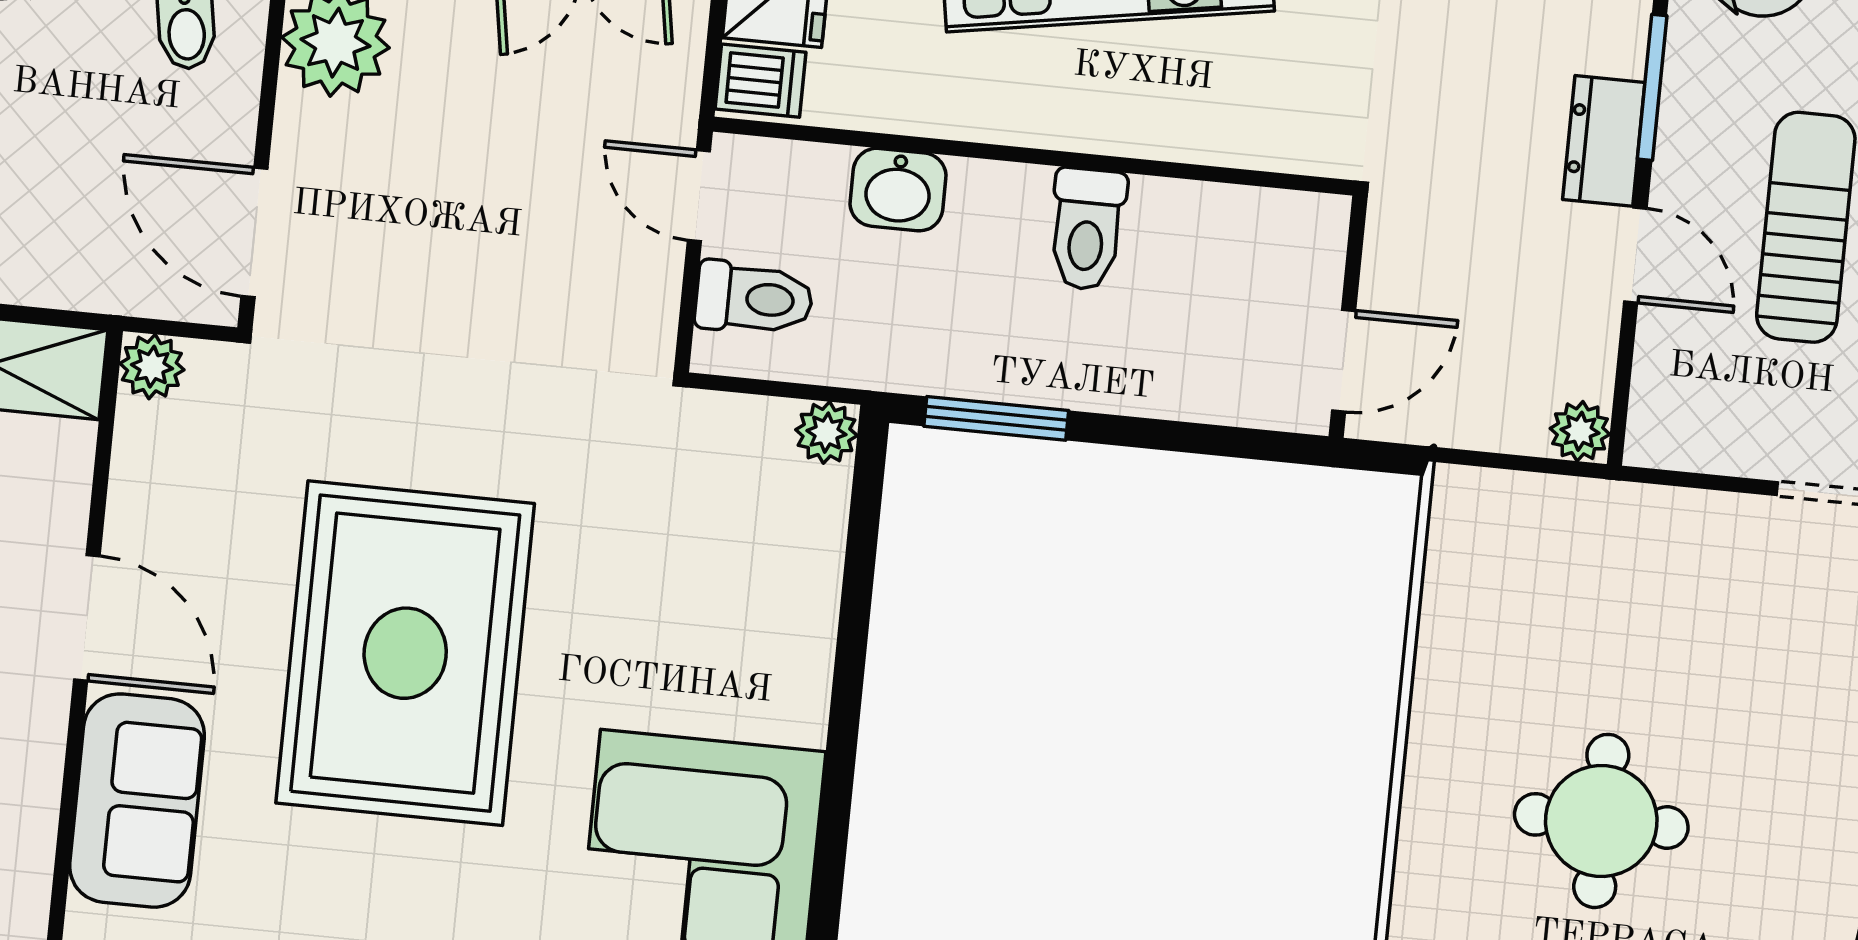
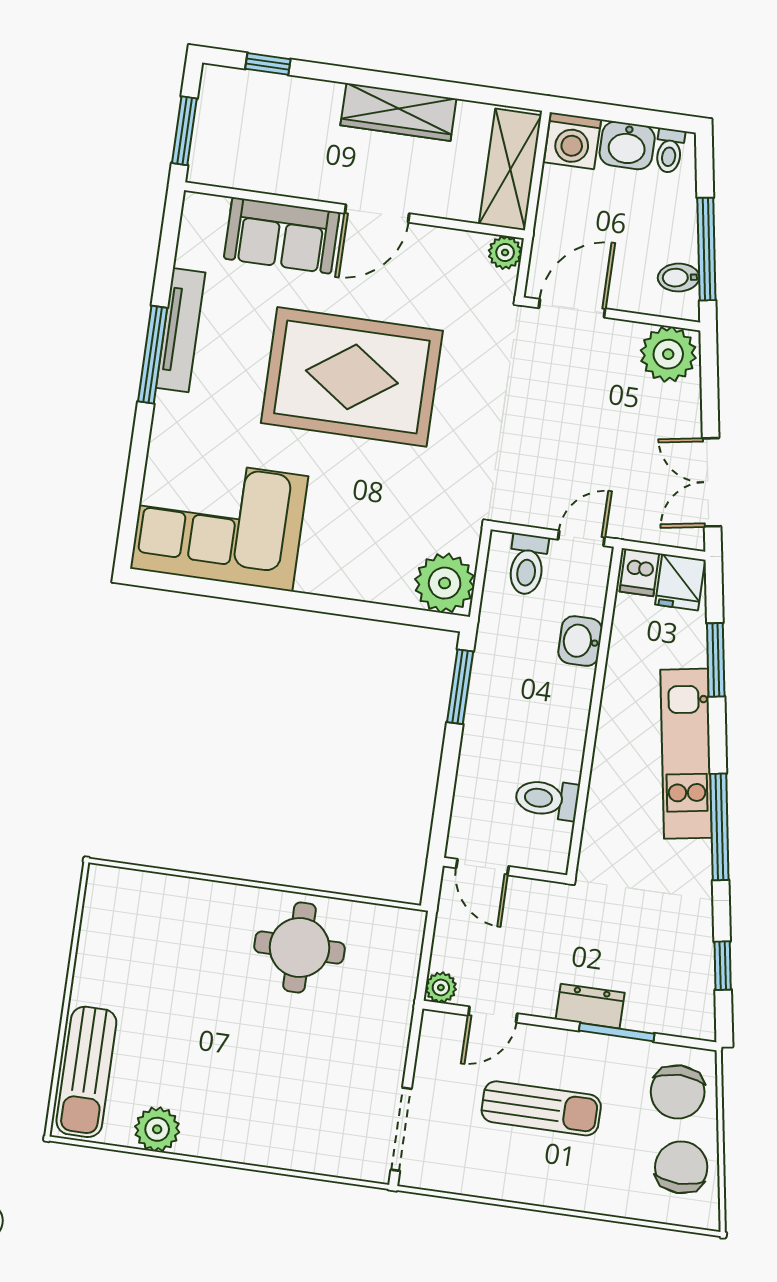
toilet: (1087, 229) -> (547, 799), moved
door: (1635, 255) -> (493, 1014), moved
plant: (826, 433) -> (445, 583), width x1.87, depth x1.87
round table: (1601, 821) -> (299, 947), moved

